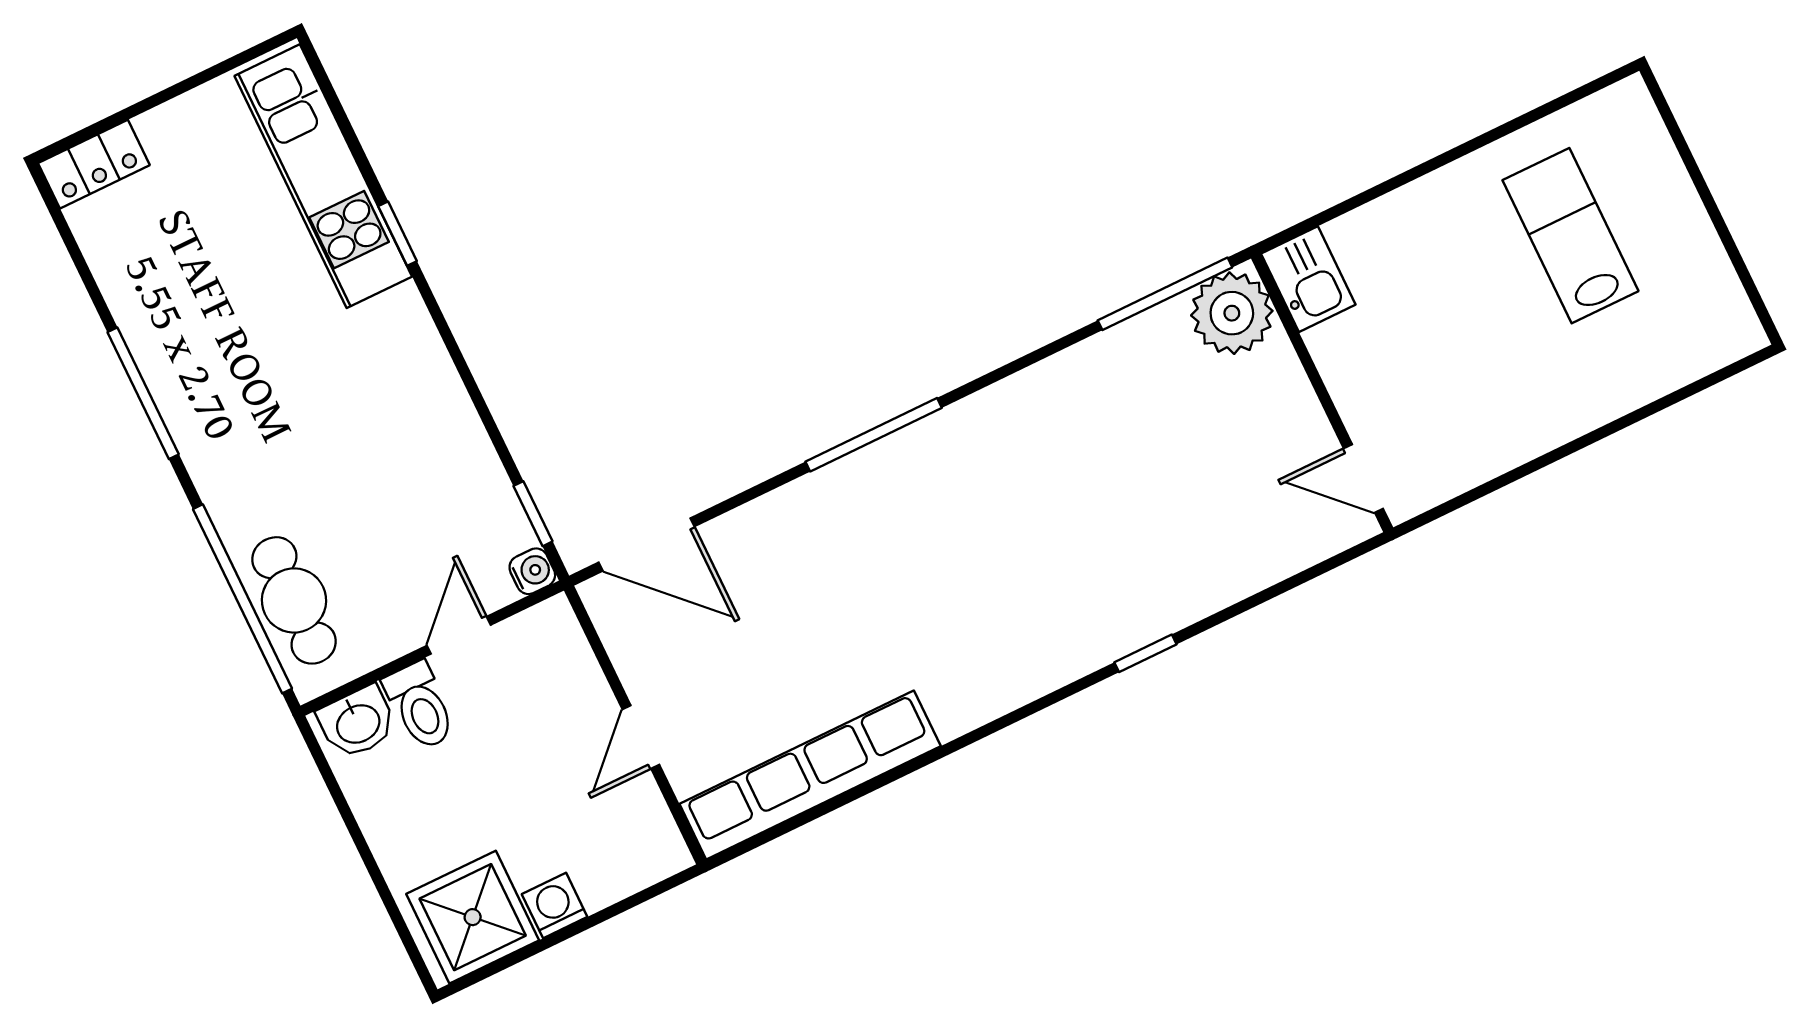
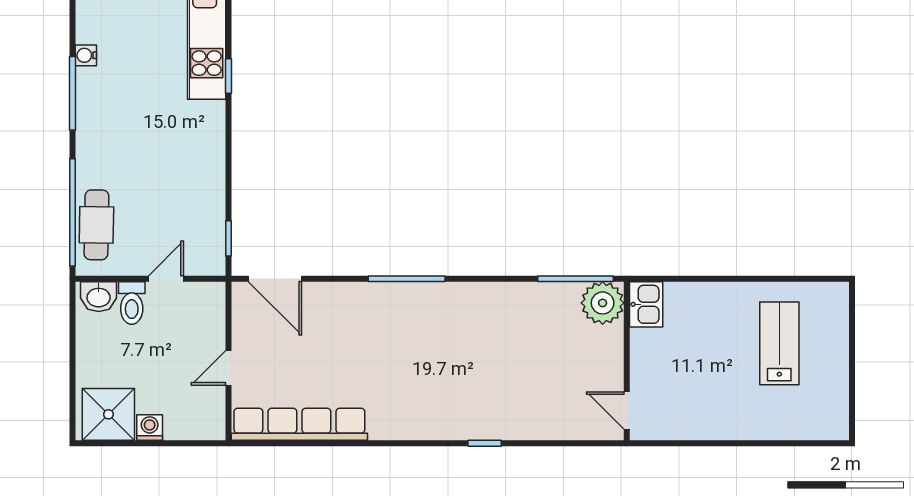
water cooler: (532, 571) -> (86, 55), moved, turned 180

